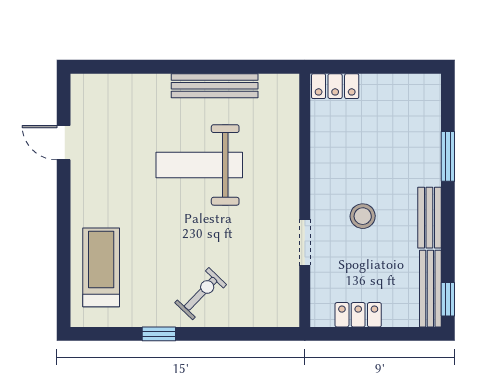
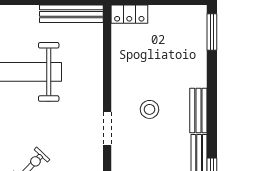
bench: (215, 86) -> (71, 14), moved
window: (448, 156) -> (212, 32), moved

